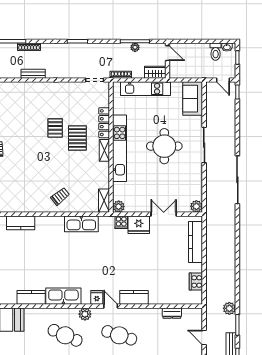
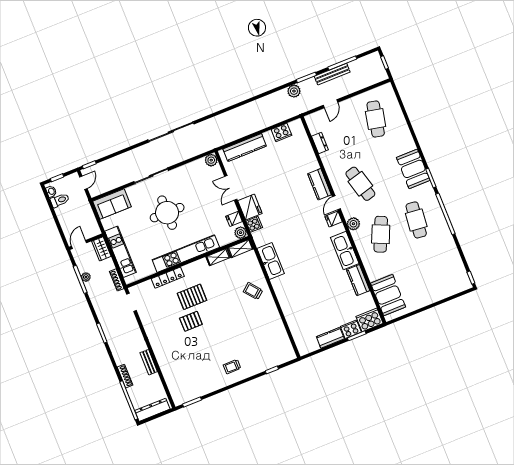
shelving: (104, 150) -> (218, 257), moved
fridge: (134, 206) -> (234, 219), added
kitchen counter: (21, 223) -> (292, 318), removed
cafe table: (119, 335) -> (360, 184), turned -33

